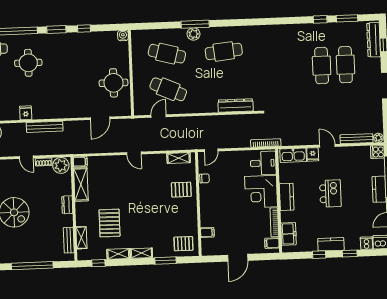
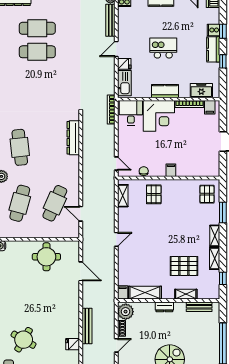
round table: (28, 63) -> (24, 340), turned 30
filing cabinet: (207, 232) -> (171, 170), moved
shelving: (81, 238) -> (186, 294), moved
cooker: (366, 243) -> (213, 30), moved

